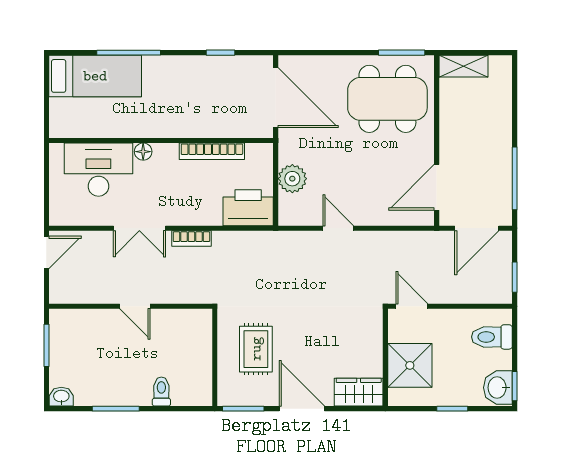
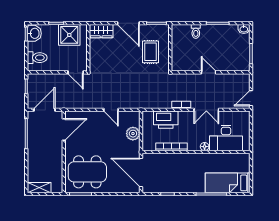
shelving: (463, 66) -> (39, 188), moved
printer: (248, 208) -> (166, 120), moved
double door: (139, 228) -> (206, 110), swing flipped
shower: (410, 365) -> (69, 35), moved

